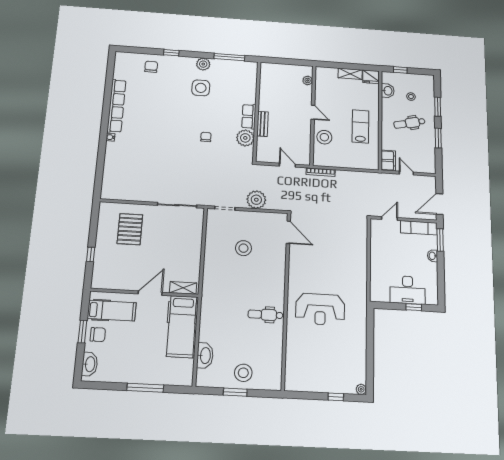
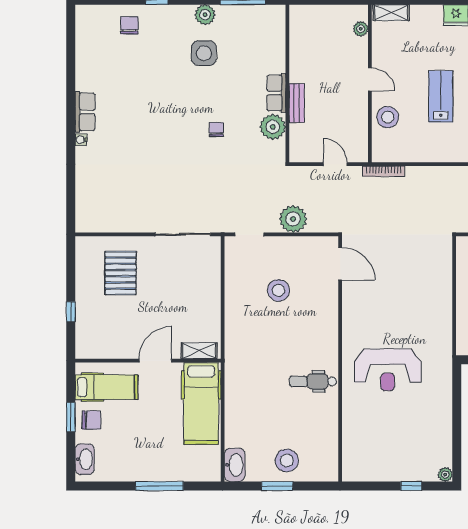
shelving: (350, 74) -> (391, 13), moved
row of seats: (116, 106) -> (85, 112), width x0.50
washbasin: (205, 356) -> (235, 465), moved

